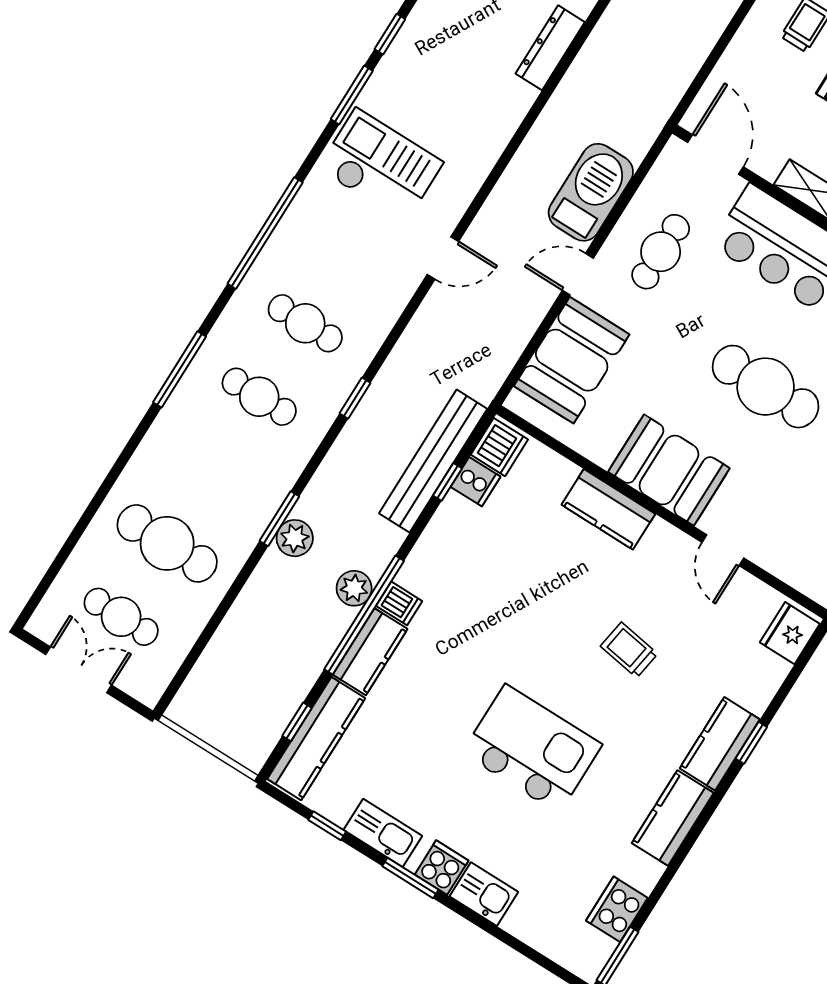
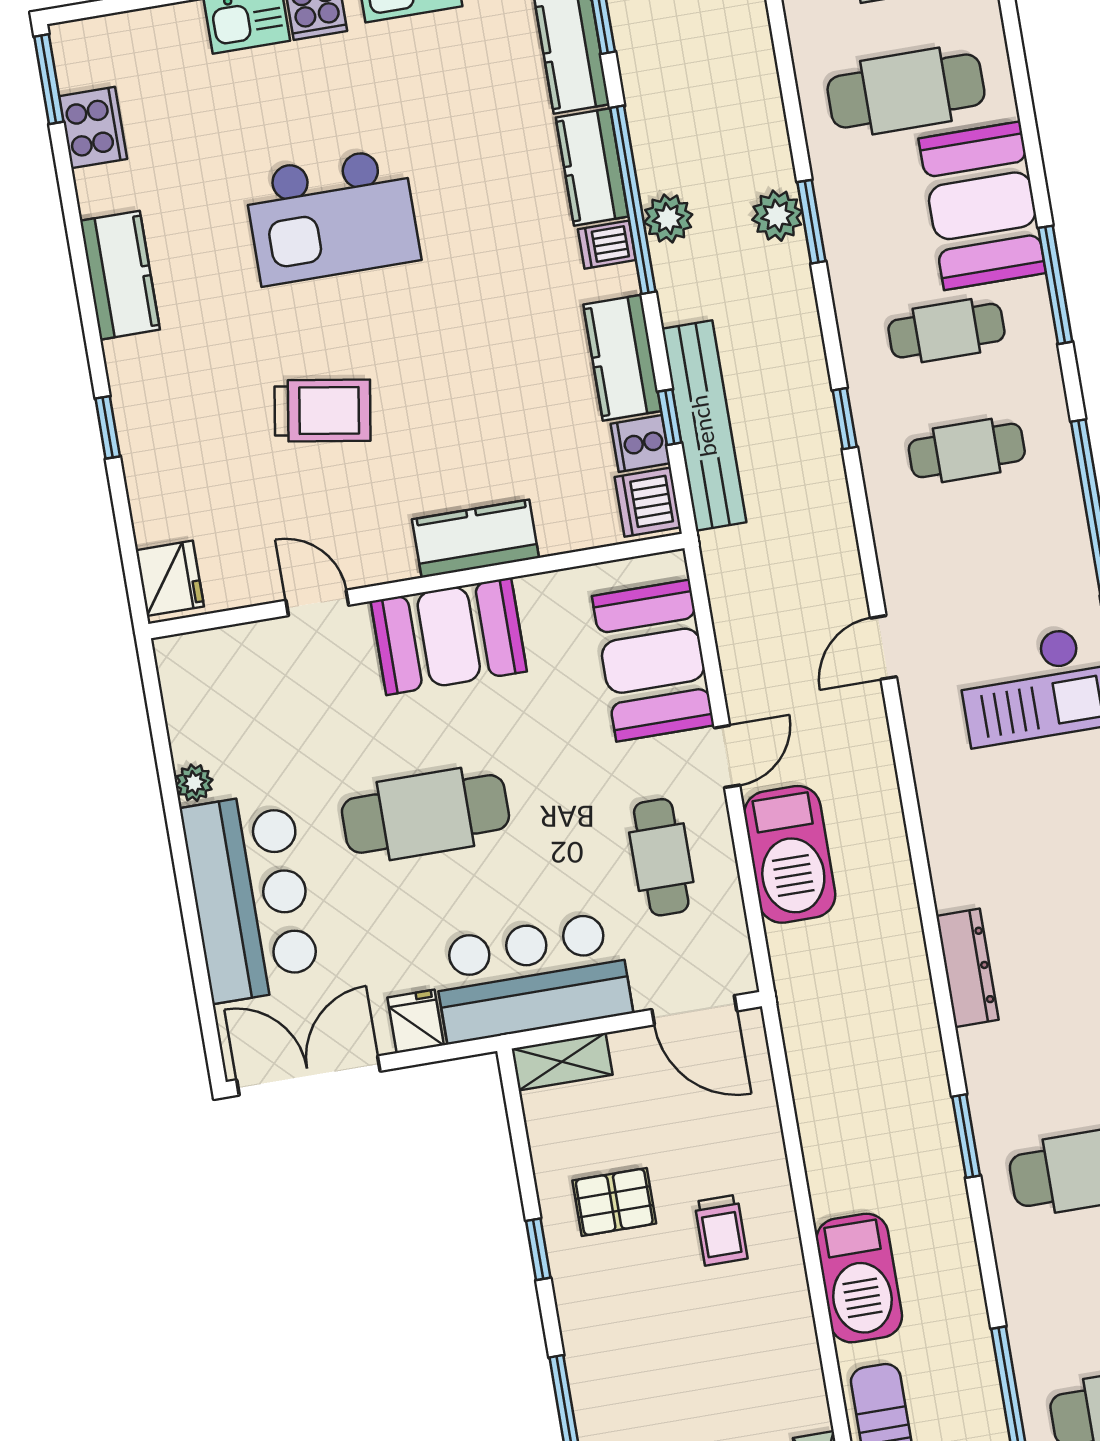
booth: (181, 446) -> (982, 206), added
trolley: (629, 650) -> (322, 411), width x1.36, depth x1.39
kitchen counter: (720, 744) -> (622, 358), moved, turned 180

